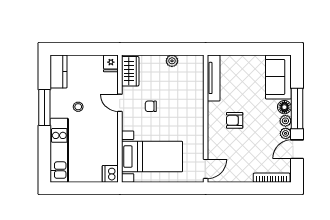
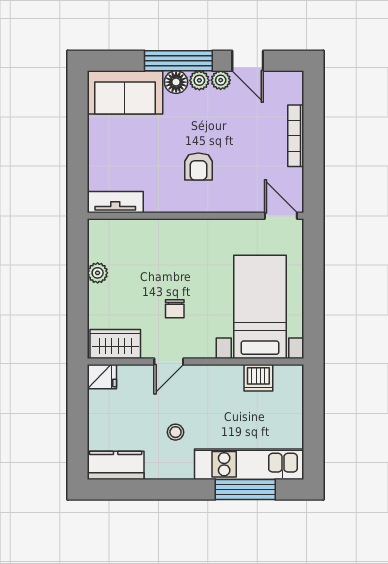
tv unit: (214, 78) -> (115, 202), width x0.71
window: (44, 108) -> (245, 489), moved
dishwasher: (110, 174) -> (258, 378), moved
bookcase: (272, 178) -> (296, 136), moved

